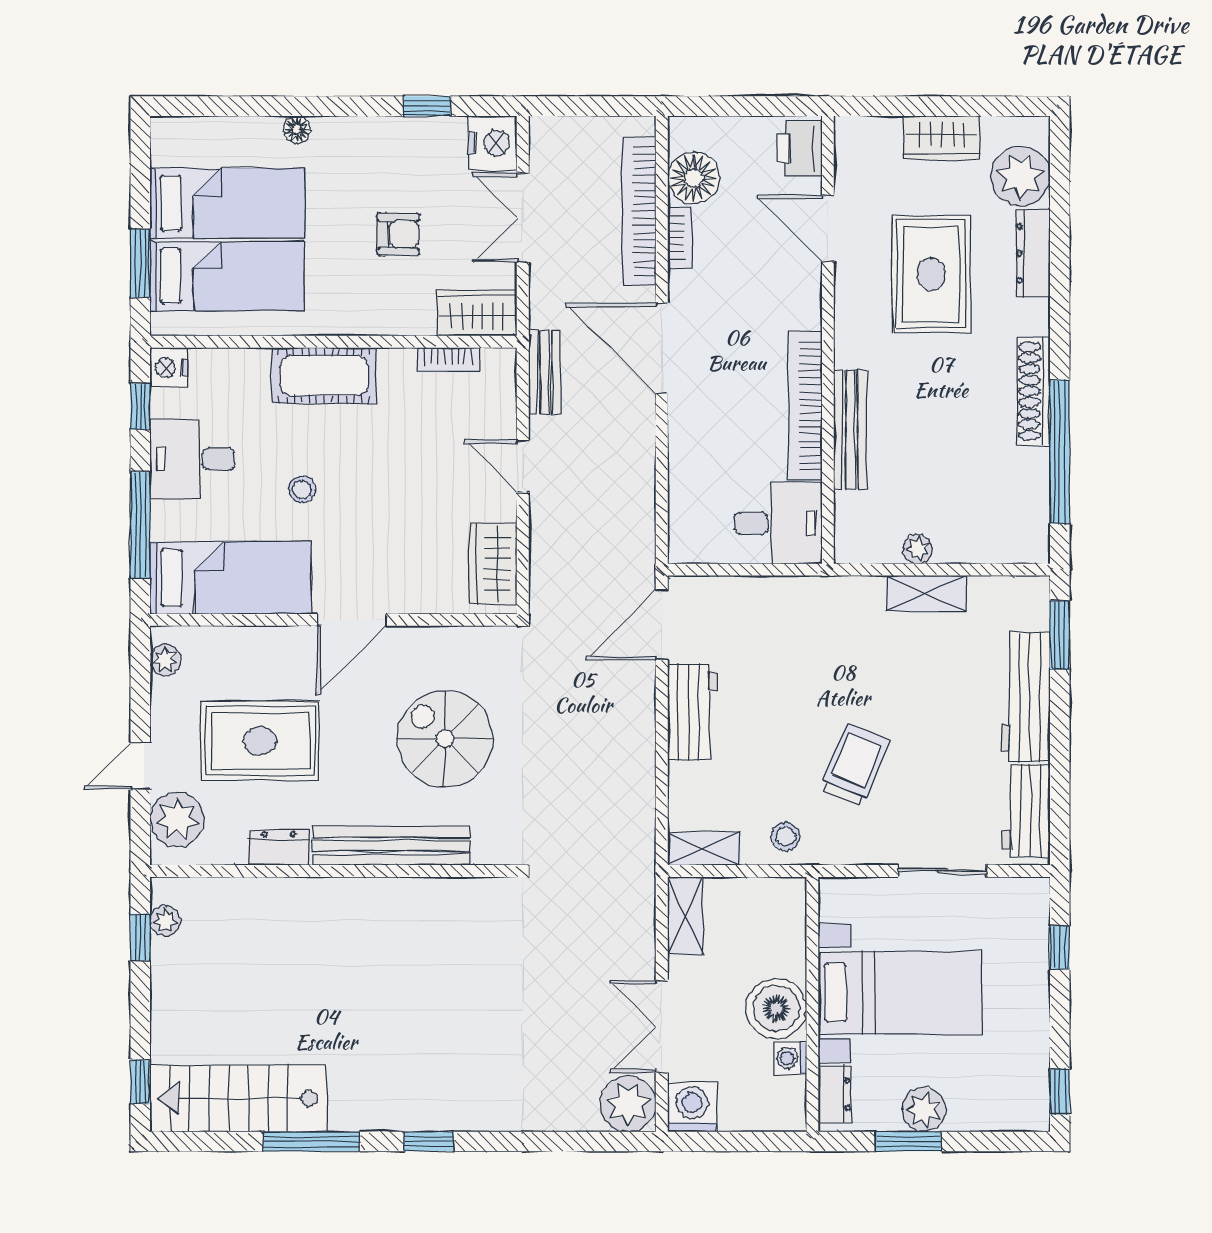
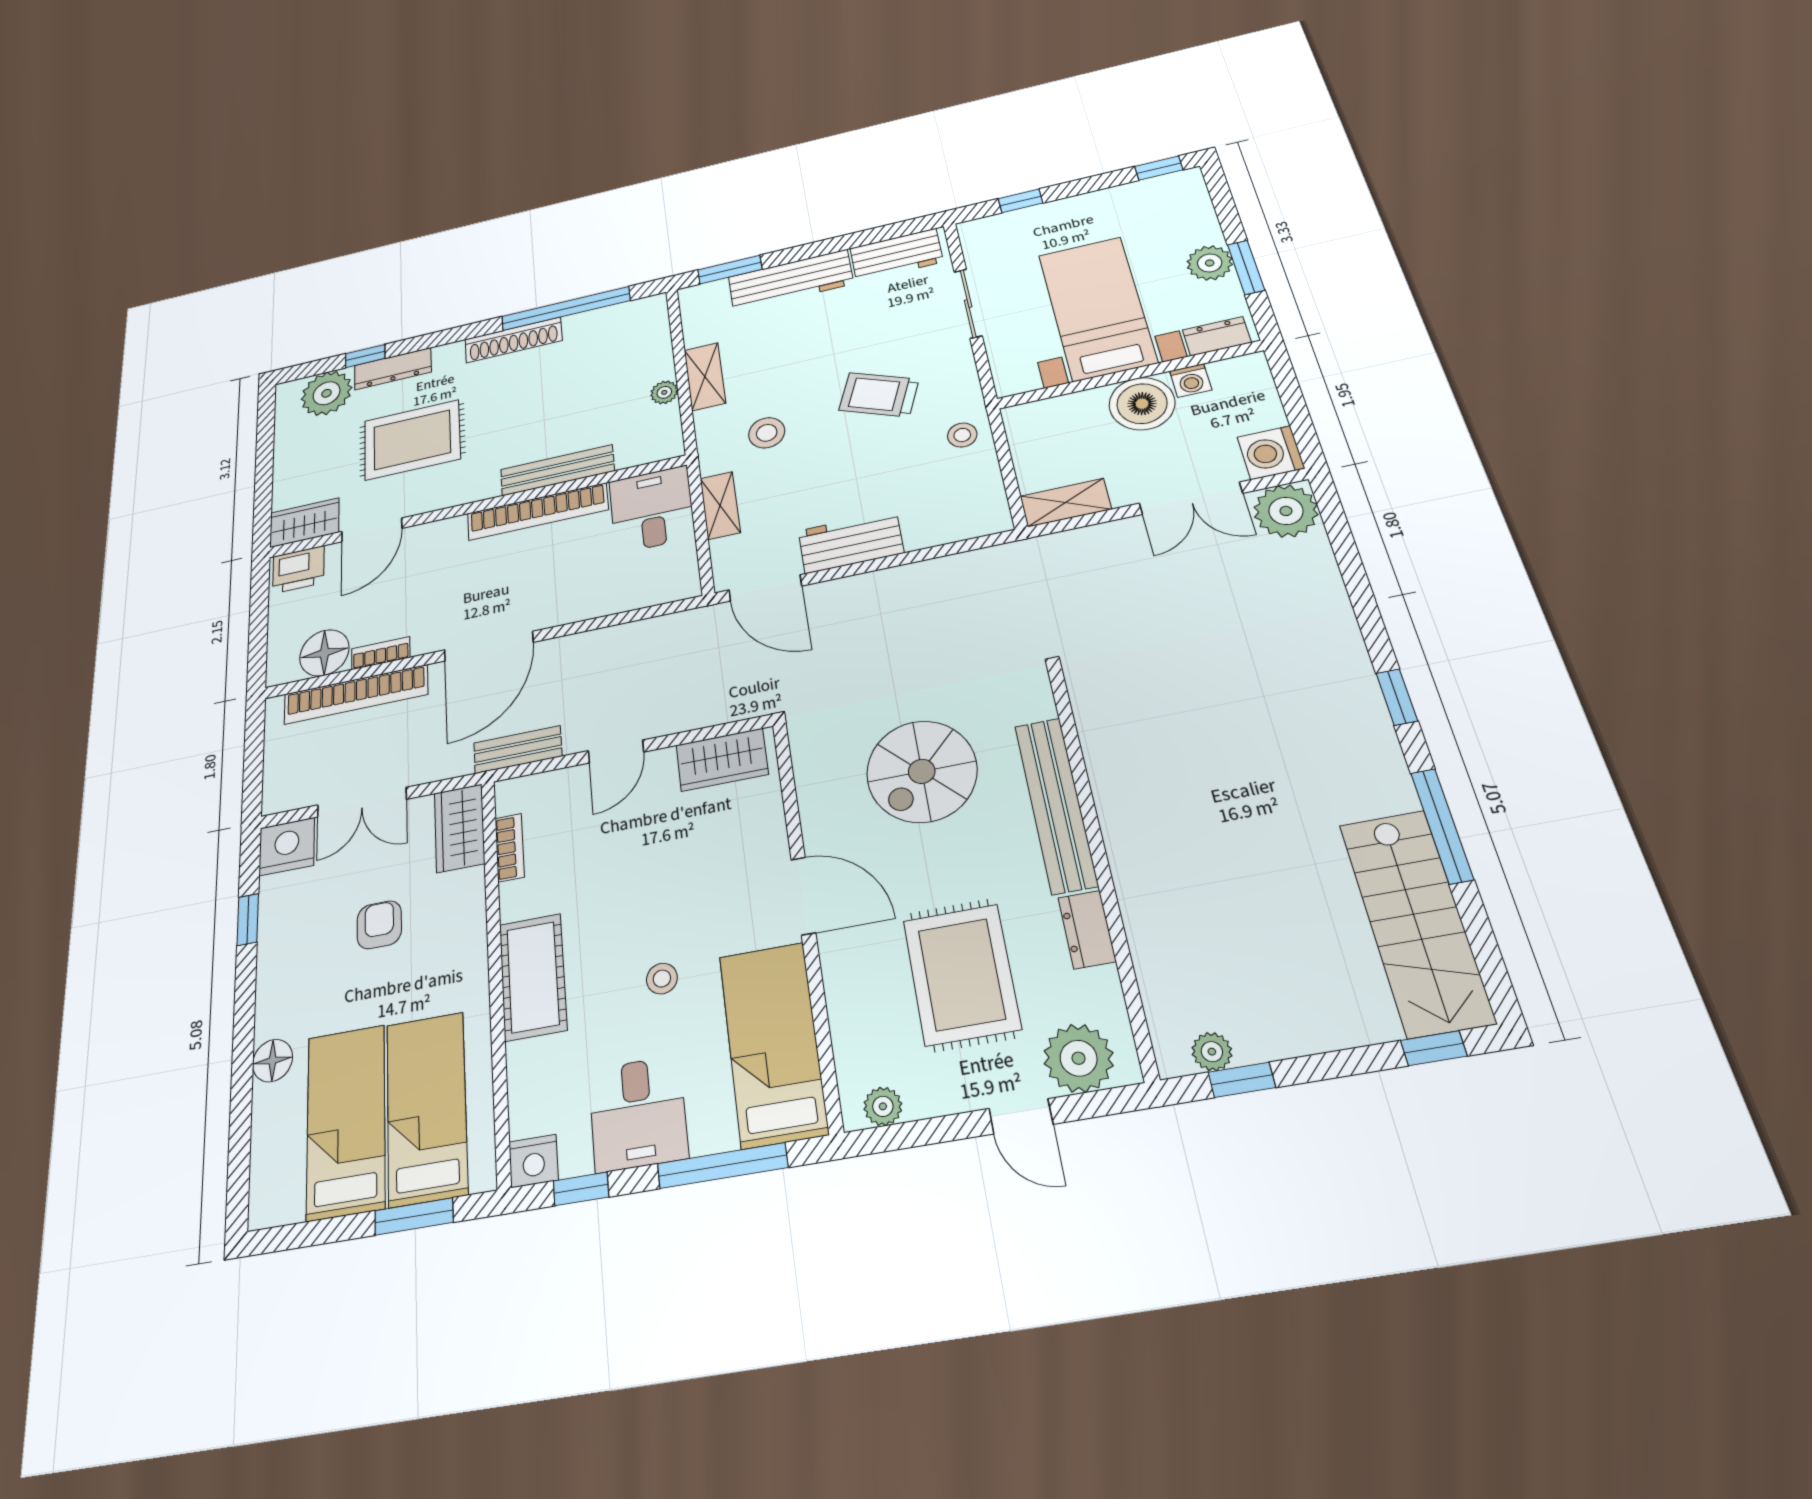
floor lamp: (297, 129) -> (273, 1061), width x1.37, depth x1.37
wardrobe: (942, 138) -> (304, 523), moved, turned -90
window: (1060, 221) -> (365, 356), added
stool: (839, 648) -> (767, 433), added
shelving: (704, 849) -> (720, 505), moved

